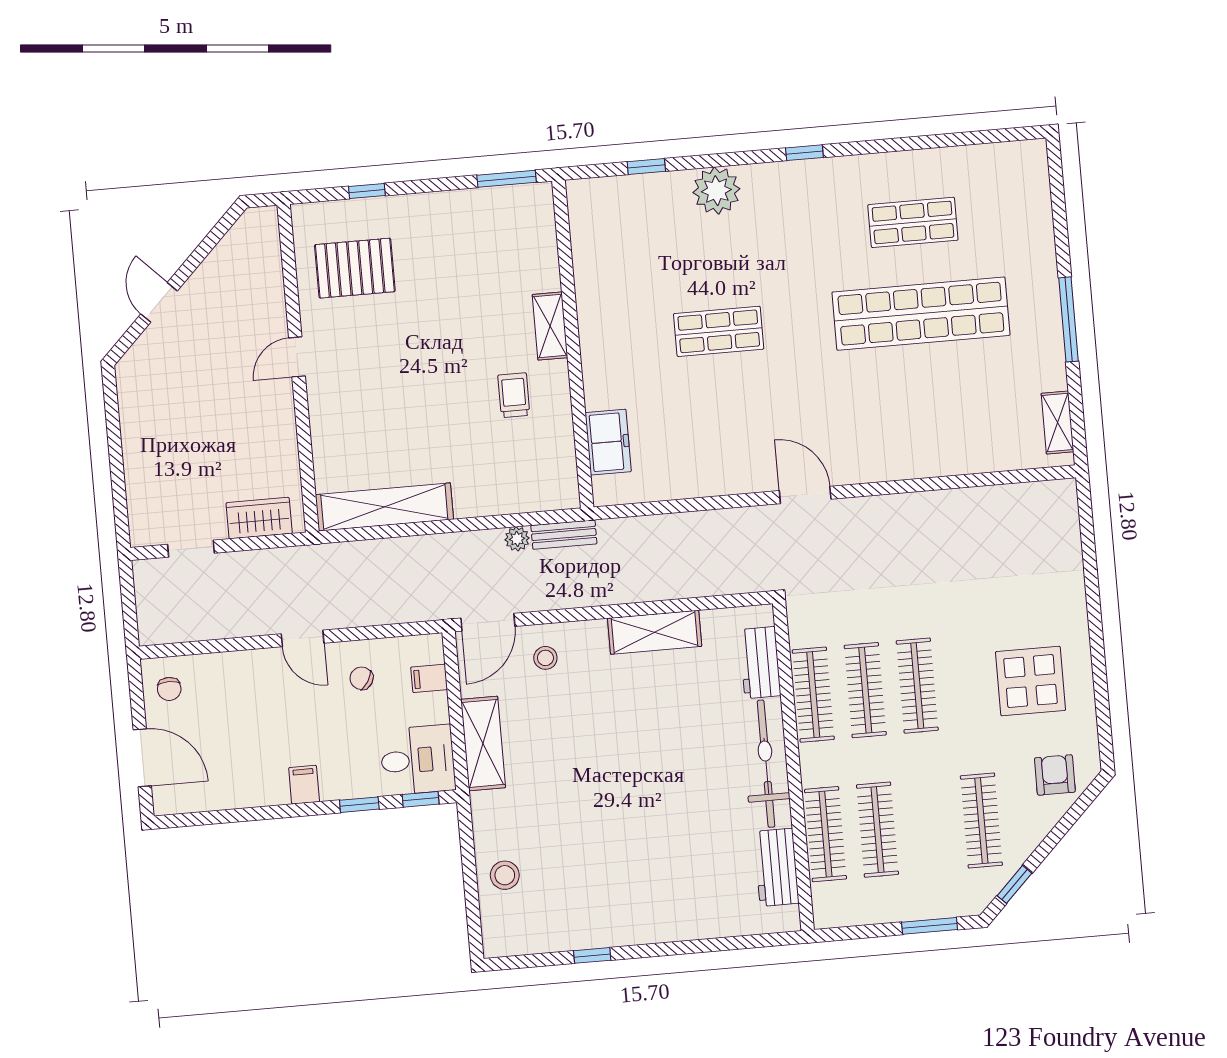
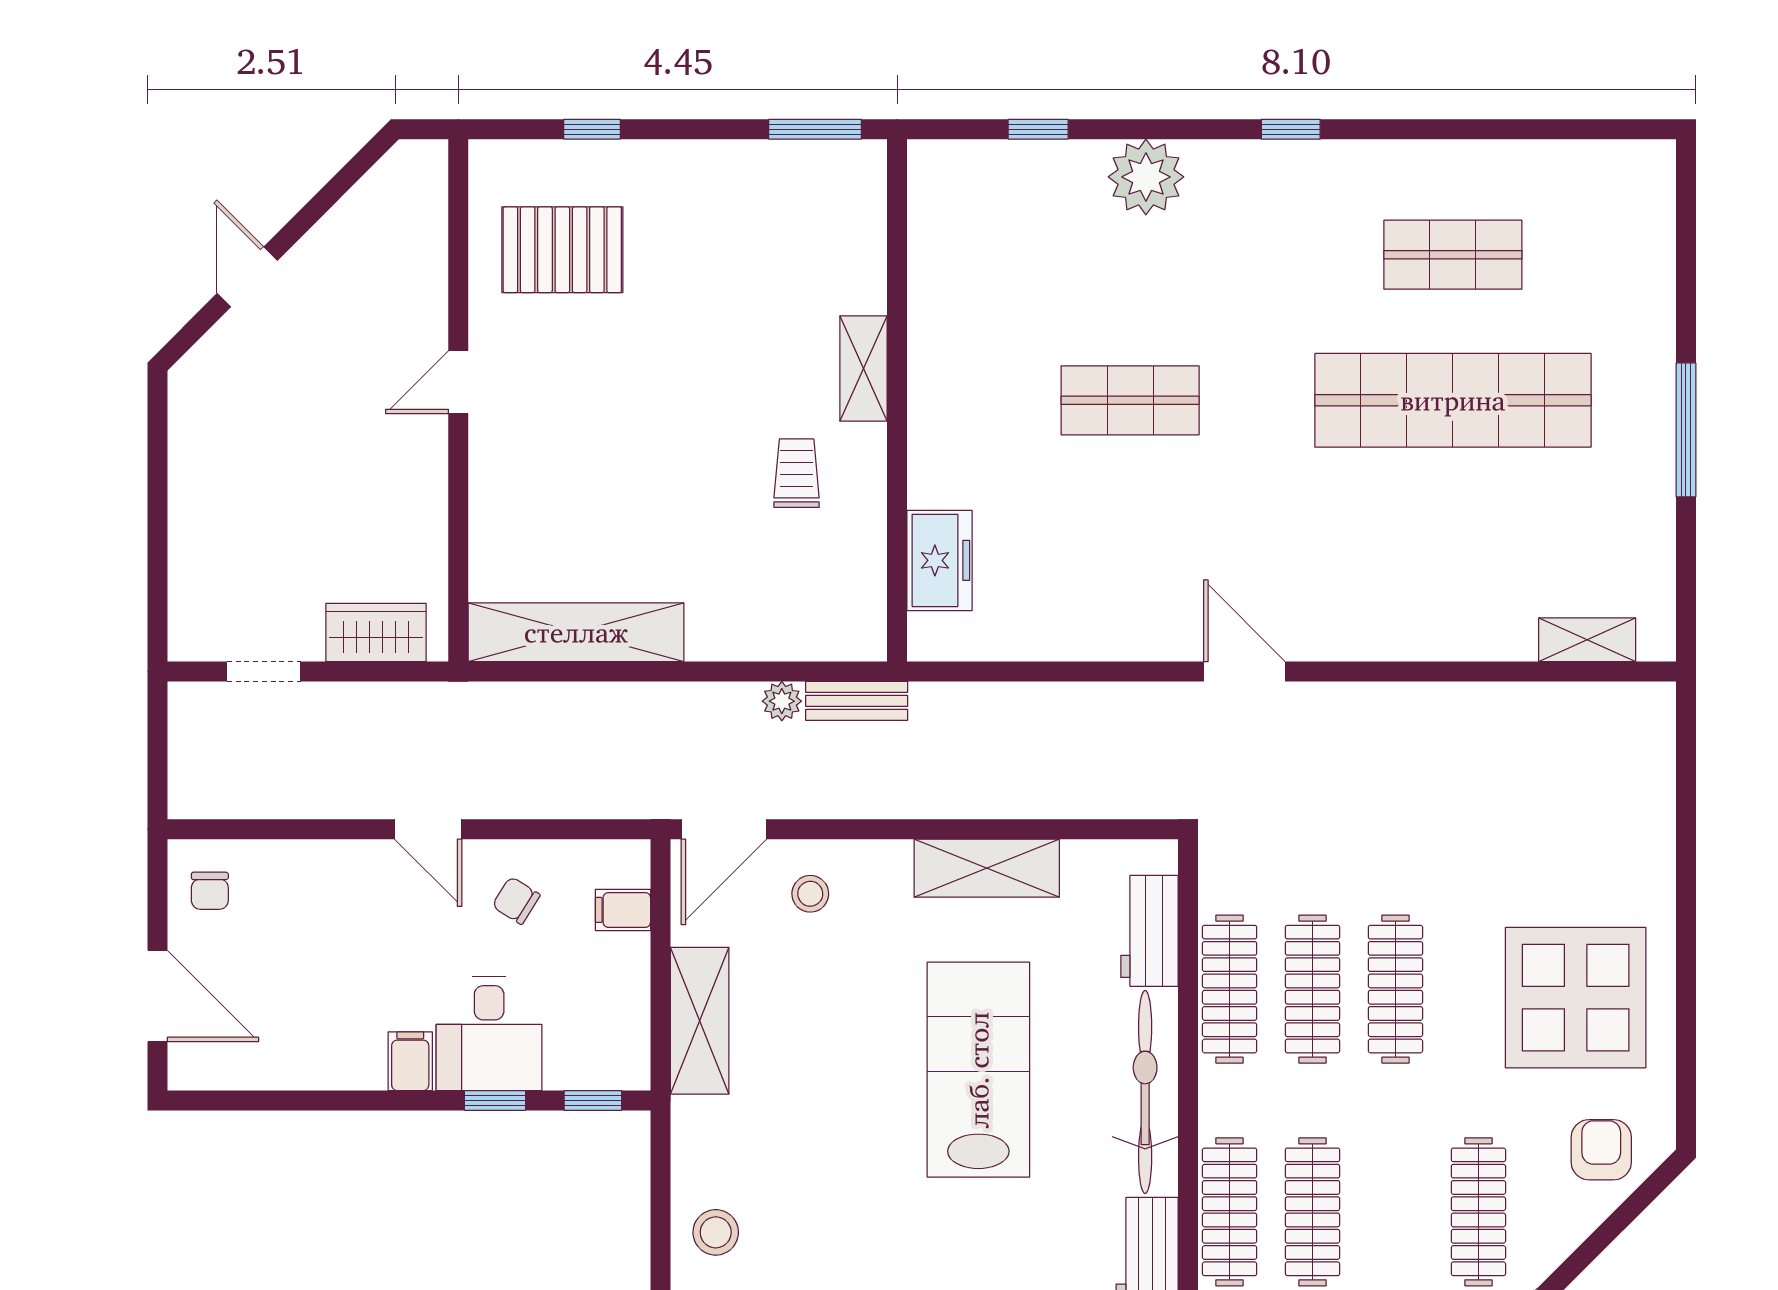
shelving: (1058, 423) -> (1587, 640), moved, turned 90
display table: (1030, 681) -> (1576, 998), width x1.36, depth x1.36
lab bench: (660, 759) -> (978, 1070), added
desk: (418, 760) -> (489, 1034), moved, turned 90

